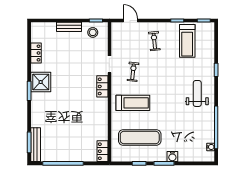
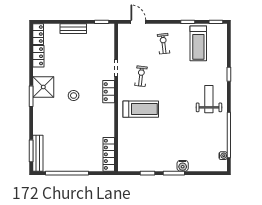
locker: (36, 32) -> (38, 34), added
stool: (93, 32) -> (74, 96), moved
exercise mat: (140, 137) -> (148, 146), removed
locker: (102, 151) -> (109, 154), width x1.53

